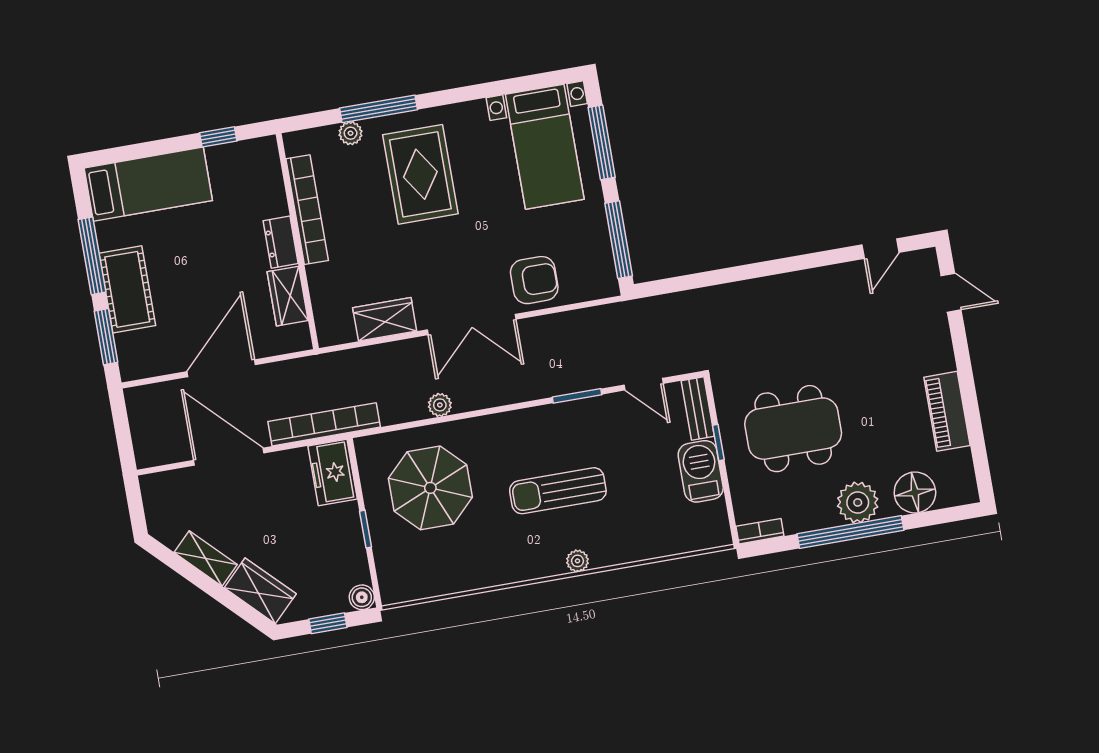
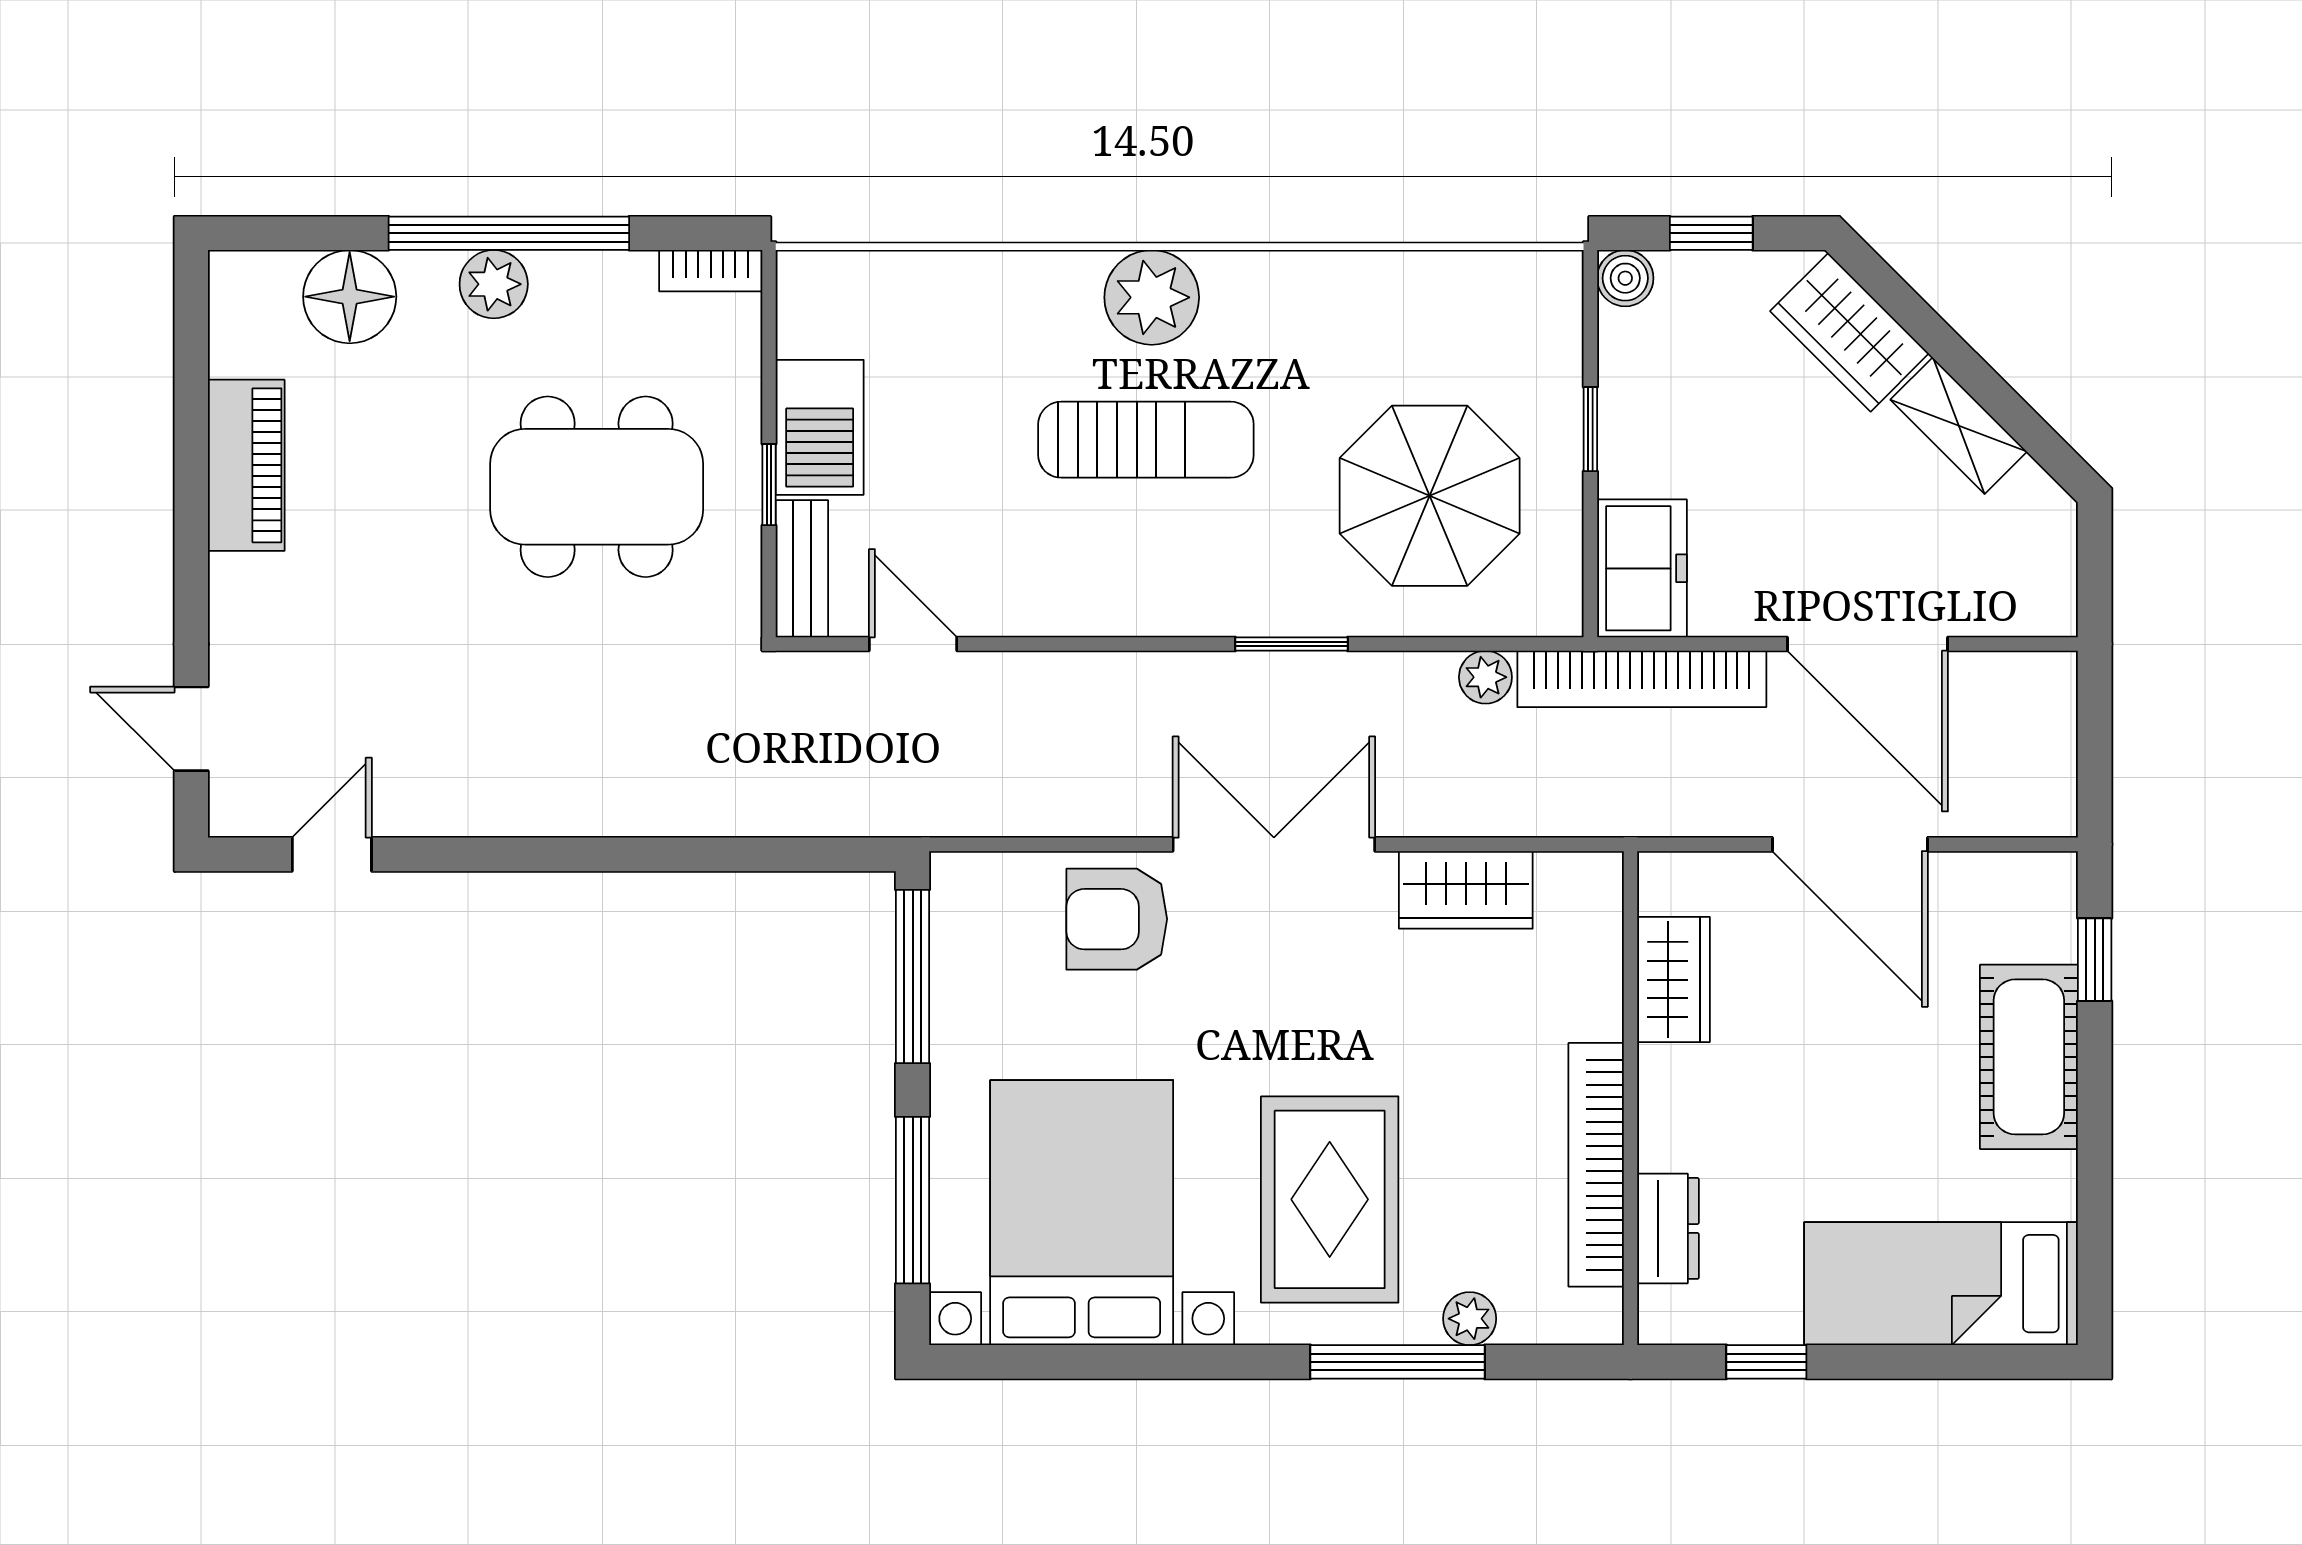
bed with nightstands: (545, 147) -> (1082, 1213), width x1.36
dresser: (281, 242) -> (1668, 1228), moved
window: (92, 256) -> (2095, 1146), removed
window: (106, 337) -> (2095, 960), width x0.67
door: (221, 368) -> (1850, 844), hinge flipped
window: (577, 396) -> (1291, 644), moved
plant: (440, 405) -> (1485, 677), moved
plant: (858, 502) -> (494, 284), width x0.73, depth x0.73
plant: (578, 561) -> (1152, 297), width x1.88, depth x1.88

